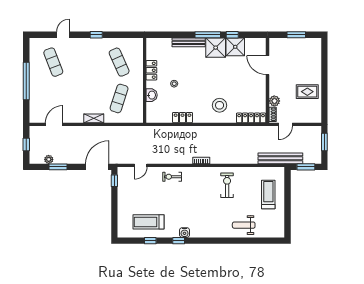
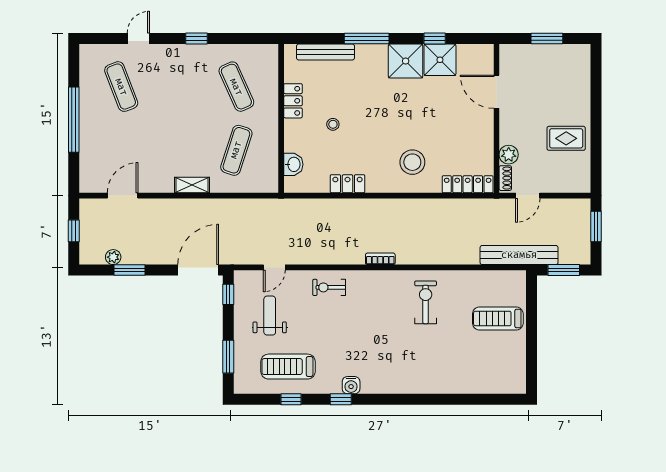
window: (208, 35) -> (367, 39), moved
bench: (189, 42) -> (325, 52), moved
washbasin: (152, 95) -> (293, 164), moved
treadmill: (268, 194) -> (498, 318), turned -90
window: (114, 216) -> (228, 357), added
weight bench: (244, 225) -> (270, 316), moved, turned 90

